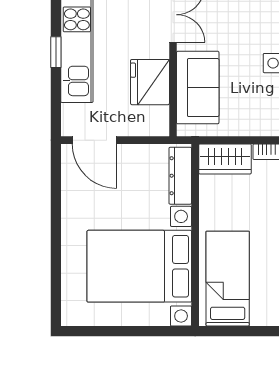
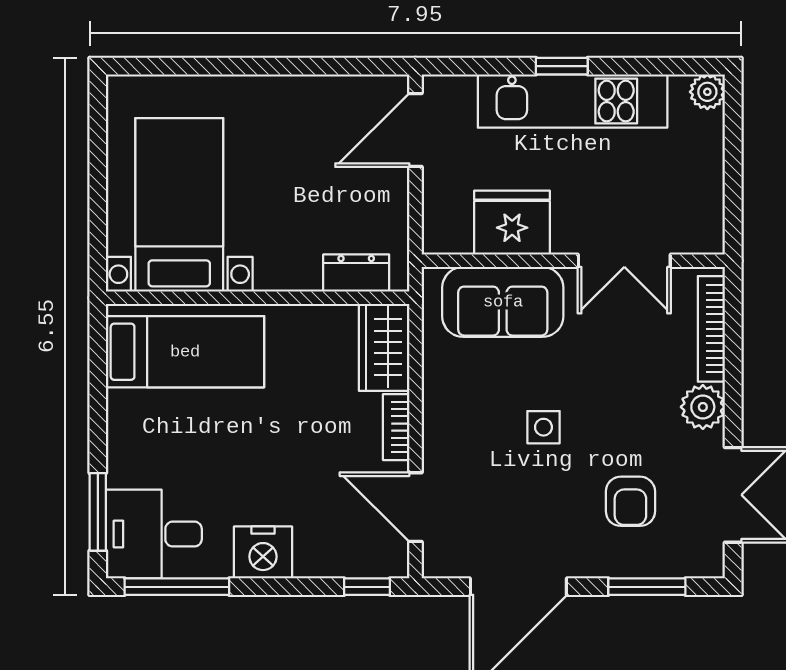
dresser: (180, 176) -> (356, 273), width x0.70
bed with nightstands: (139, 266) -> (179, 205), width x0.73

